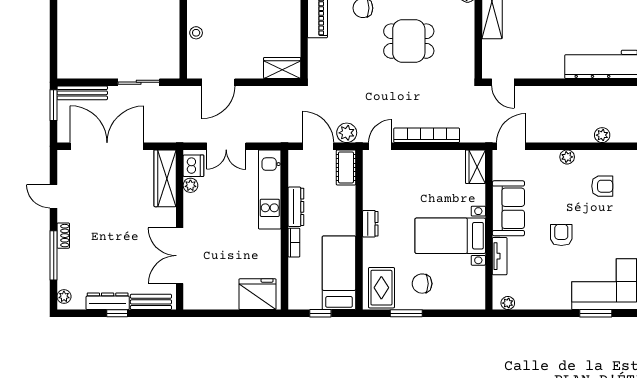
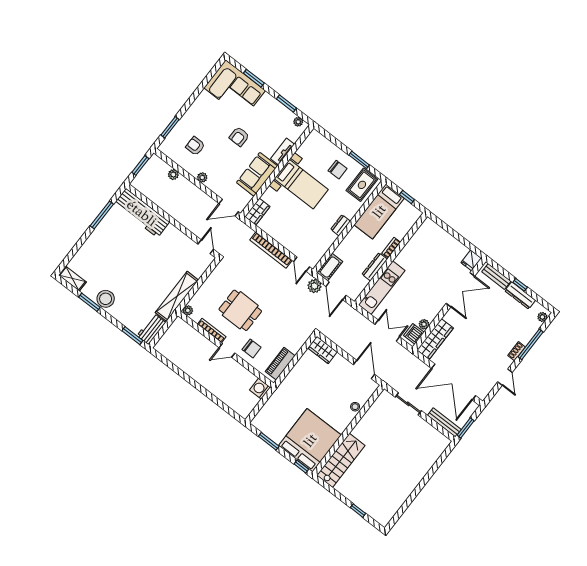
door: (218, 82) -> (364, 370), hinge flipped
door: (380, 146) -> (302, 264), hinge flipped
fridge: (258, 294) -> (471, 260), moved, width x0.53, depth x0.75
window: (537, 313) -> (286, 103), added

